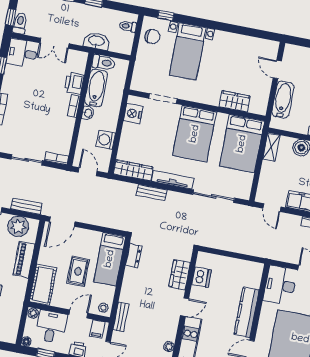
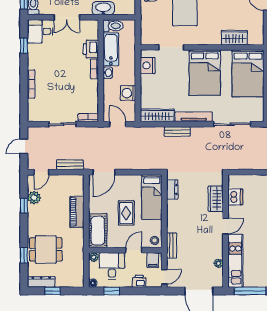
plant: (18, 226) -> (66, 184), removed

